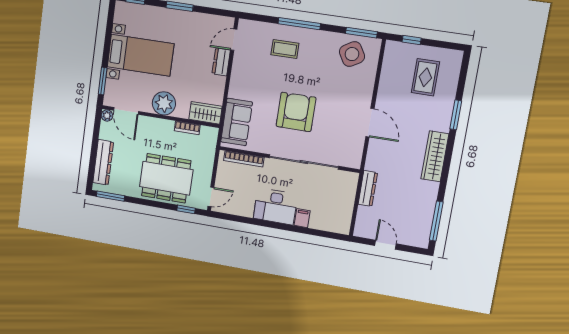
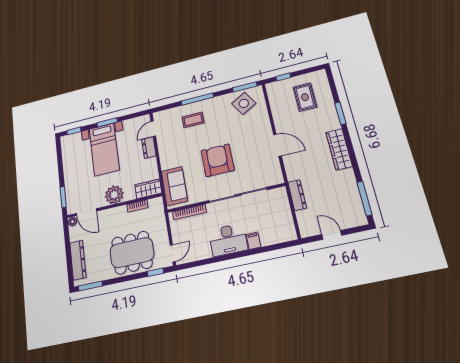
bed with nightstands: (140, 55) -> (104, 149), moved, turned 90

